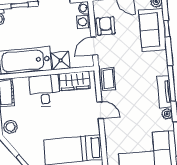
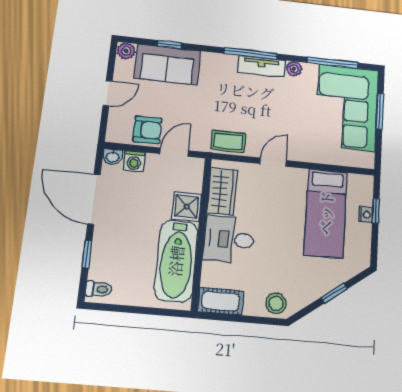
armchair: (106, 26) -> (147, 130), turned 180
door: (94, 46) -> (174, 152), swing flipped

